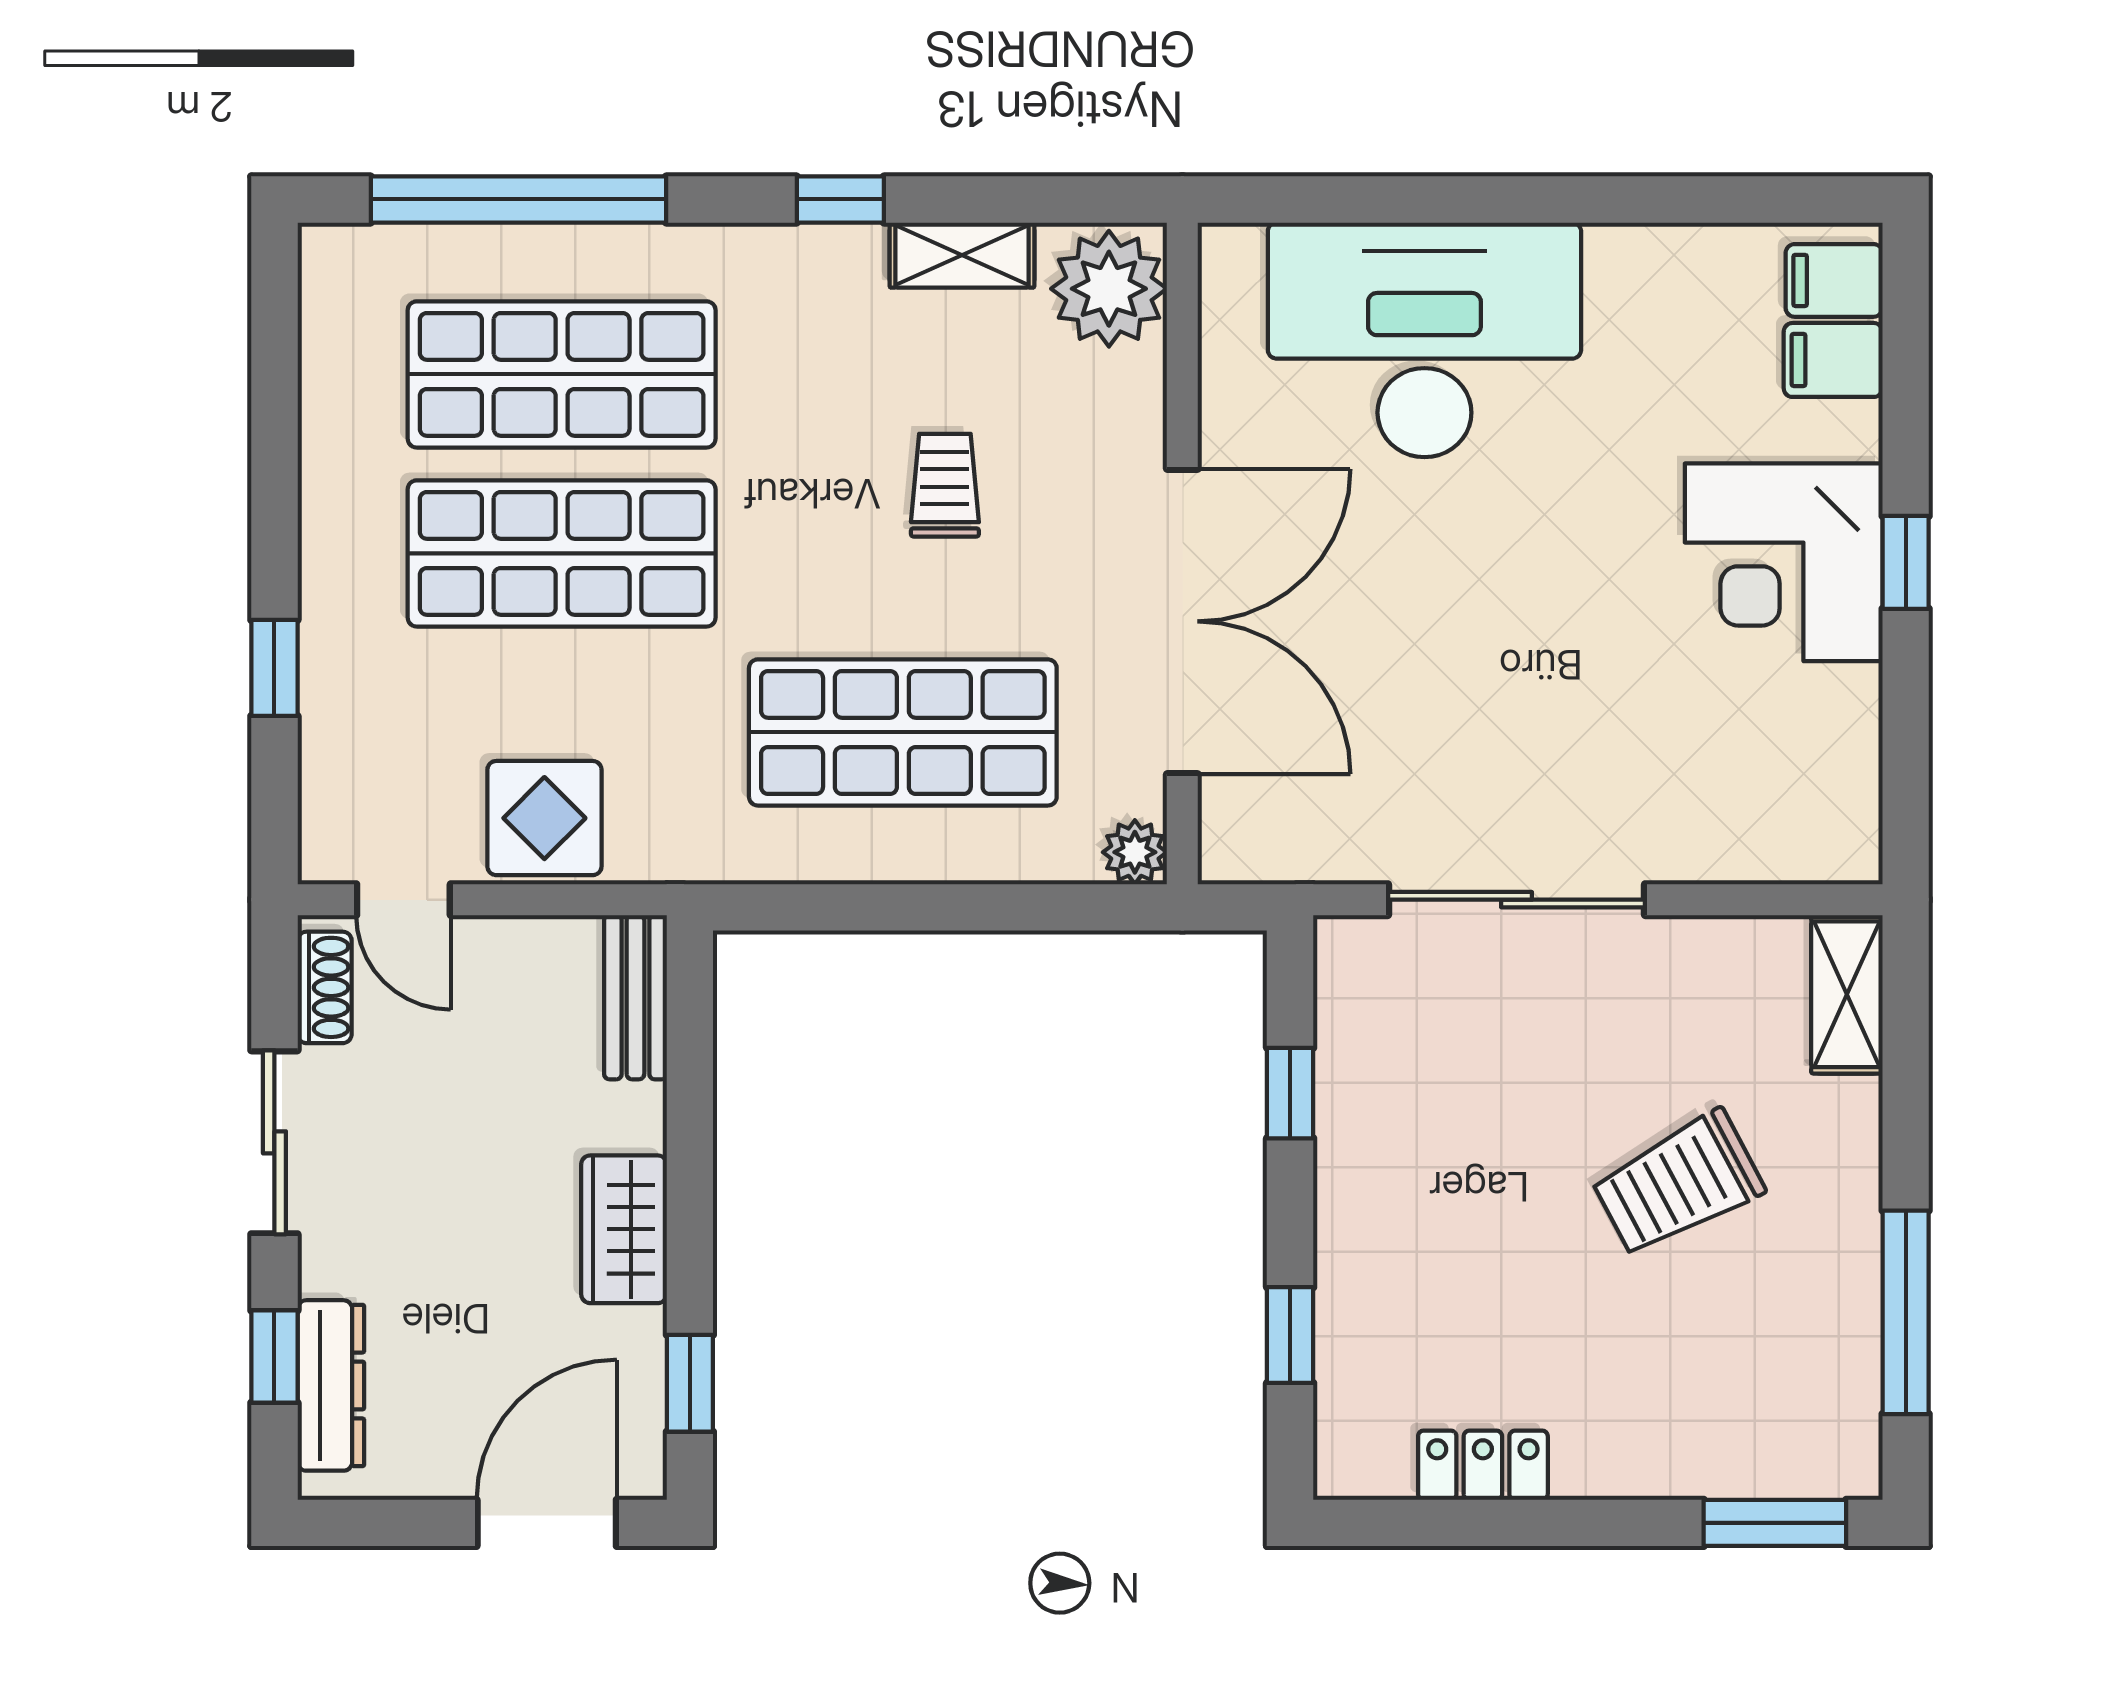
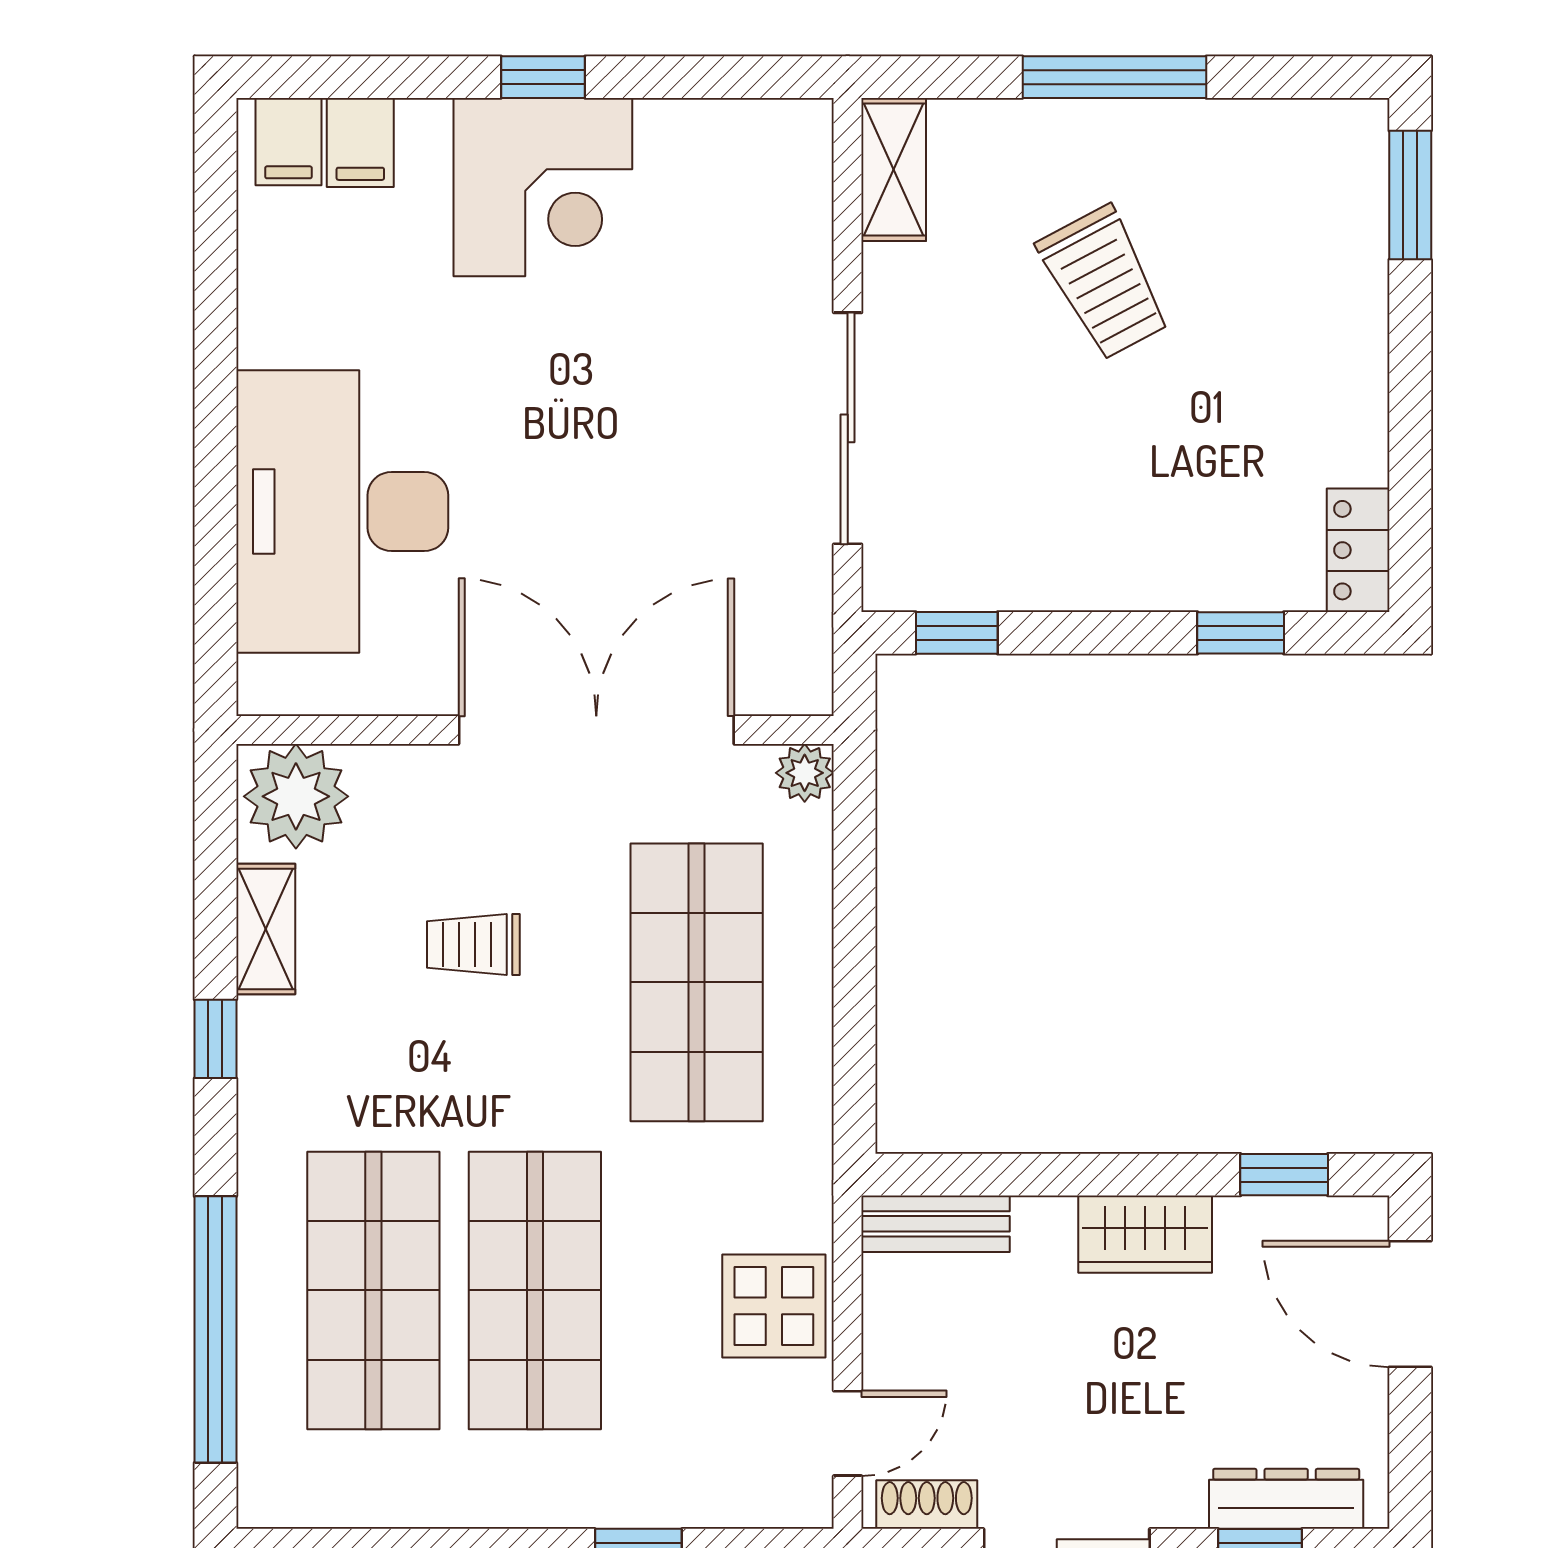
shelving: (1847, 994) -> (894, 170), moved, turned 90
window: (1290, 1093) -> (957, 633), moved
window: (1906, 1312) -> (1114, 77), moved
locker: (1483, 1465) -> (1358, 550), moved

